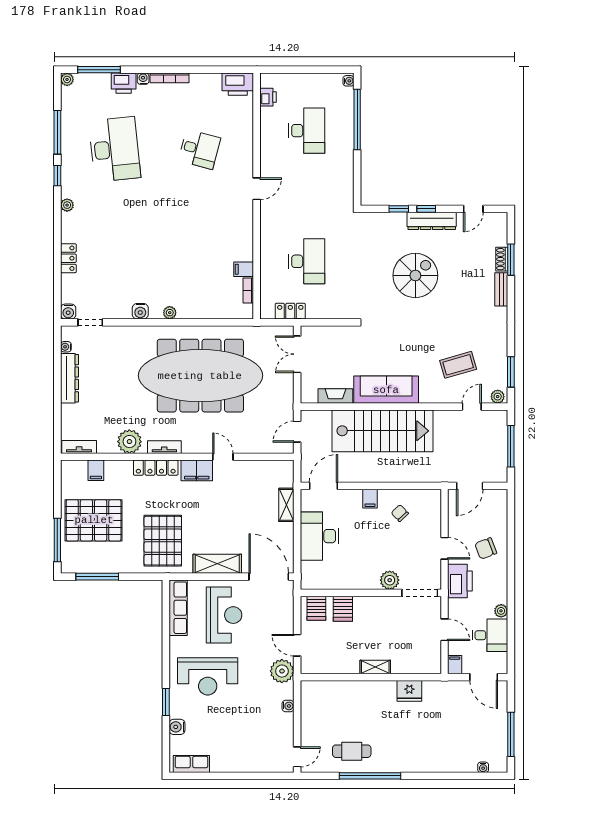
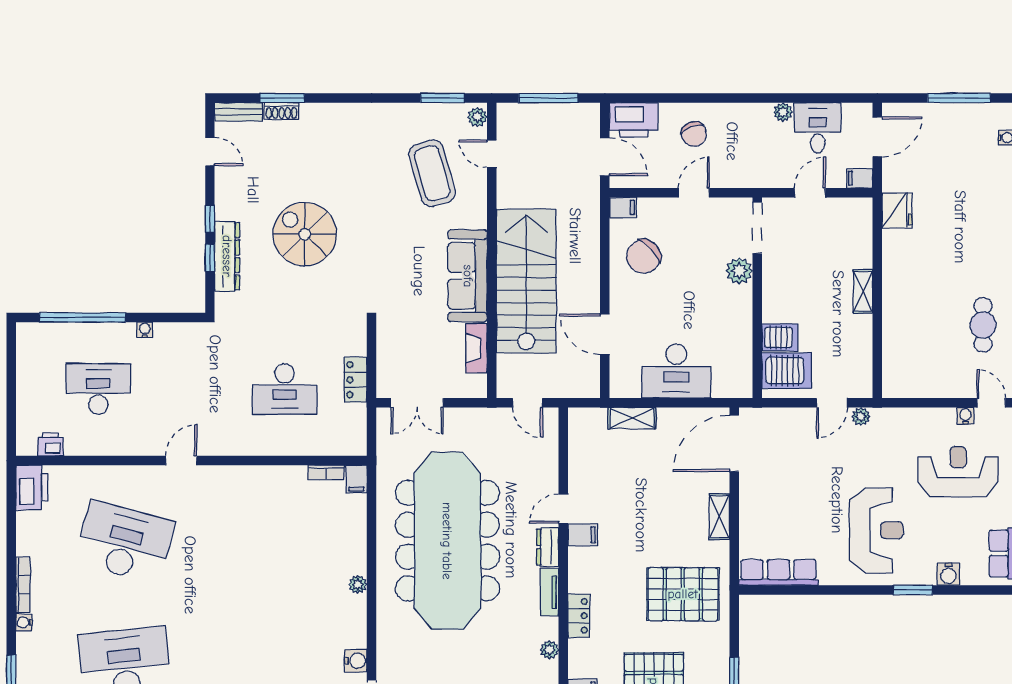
water cooler: (348, 81) -> (145, 330), moved
printer: (124, 83) -> (30, 650), removed
desk: (199, 149) -> (125, 542), width x1.87, depth x1.30
door: (257, 189) -> (181, 461), hinge flipped
dresser: (432, 221) -> (227, 256), moved
desk: (307, 261) -> (285, 389), turned 180
filing cabinet: (244, 269) -> (356, 479), moved
bench: (501, 289) -> (238, 112), moved
water cooler: (140, 311) -> (356, 661), moved
locker: (290, 311) -> (356, 380), moved
coffee table: (458, 365) -> (432, 173), width x1.36, depth x1.32
plant: (129, 442) -> (550, 650), width x0.53, depth x0.53
dresser: (196, 446) -> (548, 547), added
locker: (156, 468) -> (579, 616), width x0.66
filing cabinet: (197, 470) -> (583, 535), width x0.50
door: (324, 486) -> (605, 334), moved
filing cabinet: (370, 499) -> (623, 207), moved
chair: (400, 513) -> (644, 256), width x1.87, depth x1.87
shelving: (217, 564) -> (719, 517), width x0.67, depth x0.75
printer: (460, 581) -> (634, 120), moved, turned 180
server rack: (316, 608) -> (787, 371), width x1.36, depth x1.44
reception desk: (224, 615) -> (958, 472), moved
plant: (282, 671) -> (861, 416), width x0.53, depth x0.53
fridge: (409, 691) -> (897, 210), moved
water cooler: (288, 706) -> (965, 416), moved

